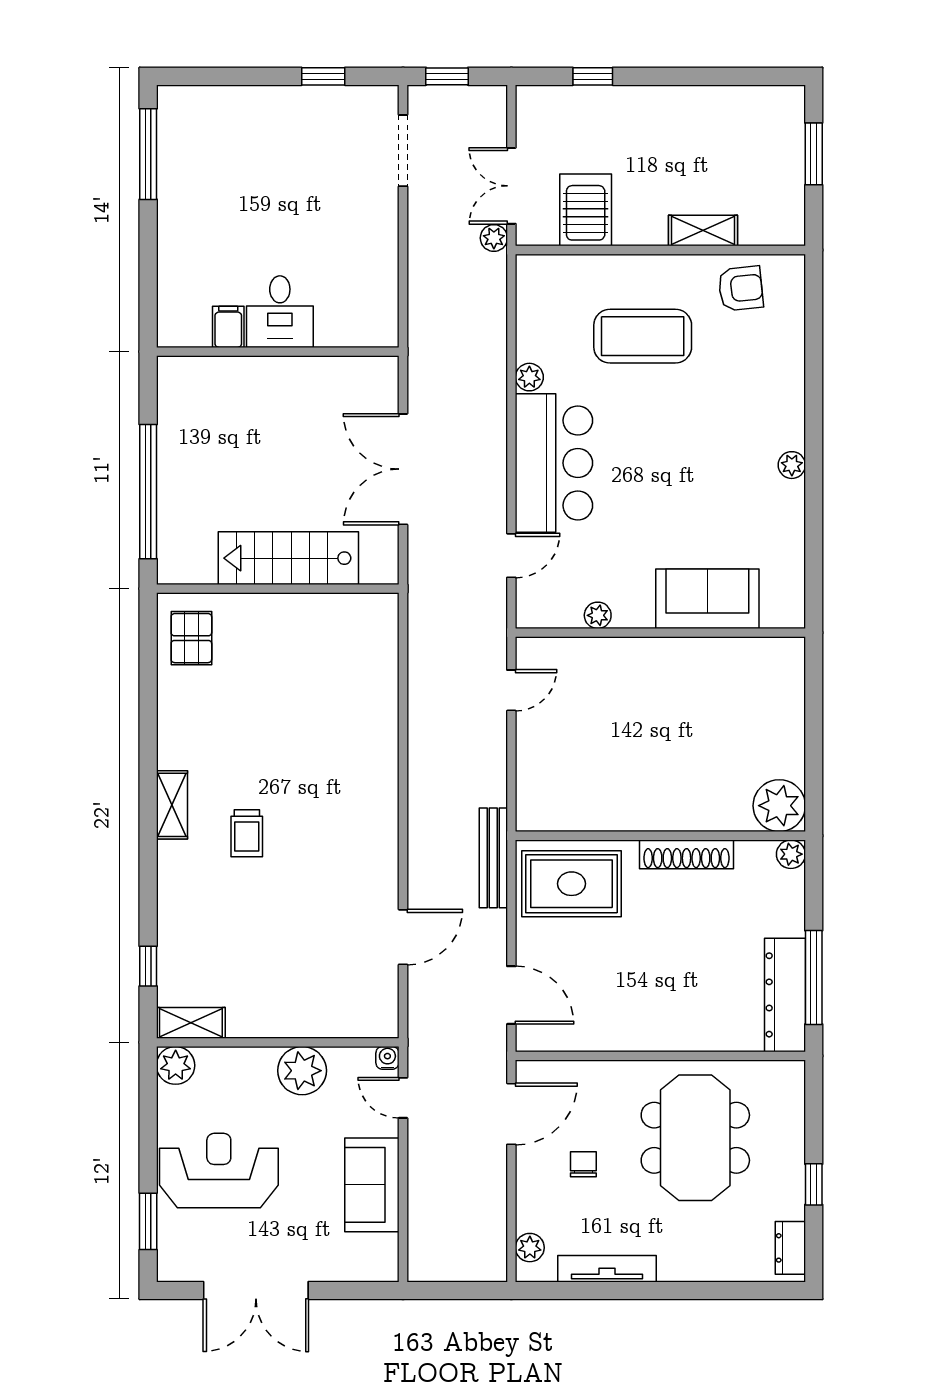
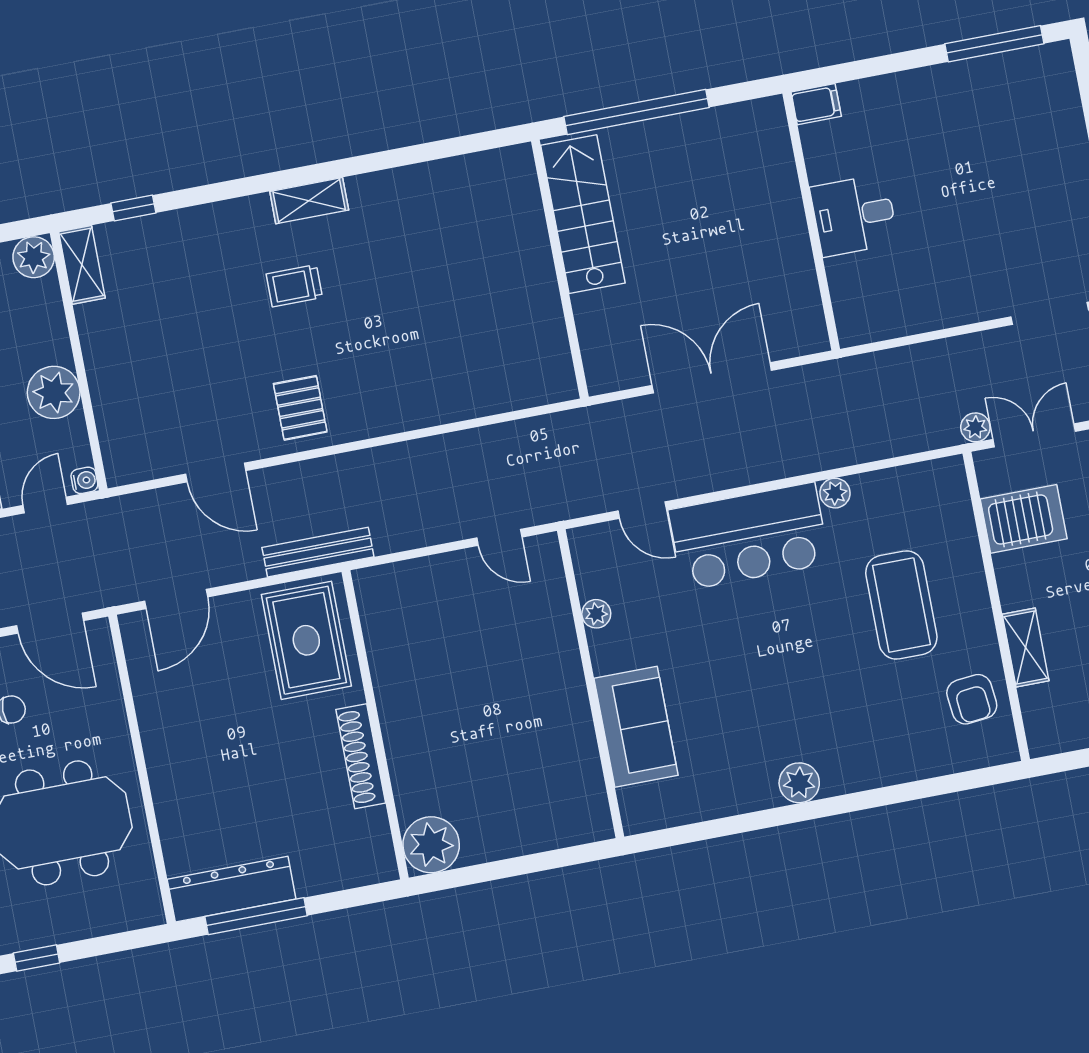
filing cabinet: (228, 327) -> (816, 104), moved
plant: (792, 465) -> (799, 783), width x1.38, depth x1.38
stairs: (288, 558) -> (583, 214), moved
pallet: (191, 638) -> (300, 408), moved, turned 90
plant: (791, 854) -> (382, 867), removed

